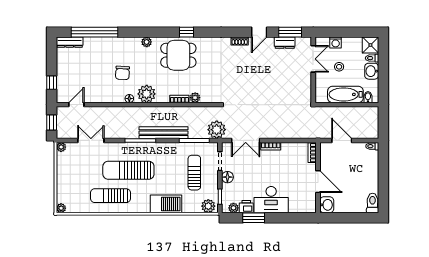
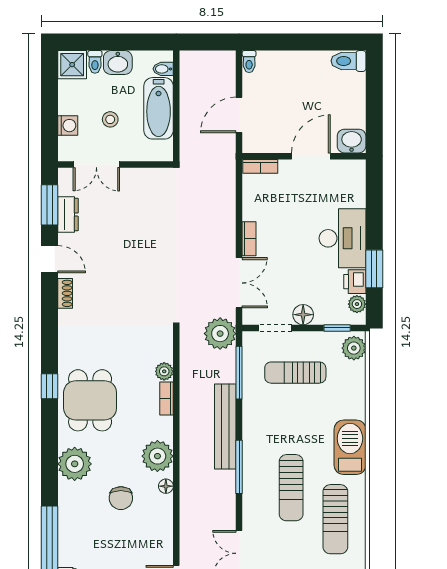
plant: (147, 42) -> (75, 464), width x1.88, depth x1.88
double door: (313, 59) -> (96, 165), swing flipped
chair: (122, 73) -> (121, 498), turned 87
sun lounger: (128, 170) -> (291, 488), width x0.73, depth x0.75
barbecue: (166, 204) -> (350, 447), moved

